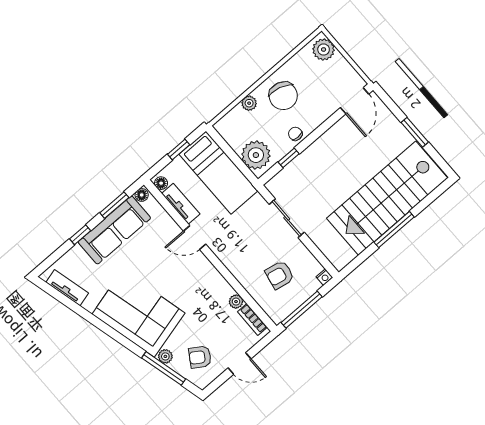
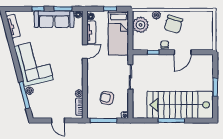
plant: (324, 49) -> (207, 20), removed
door: (355, 101) -> (183, 52), moved
plant: (256, 155) -> (140, 25), moved
door: (195, 238) -> (85, 52), swing flipped
armchair: (200, 357) -> (44, 103), removed

